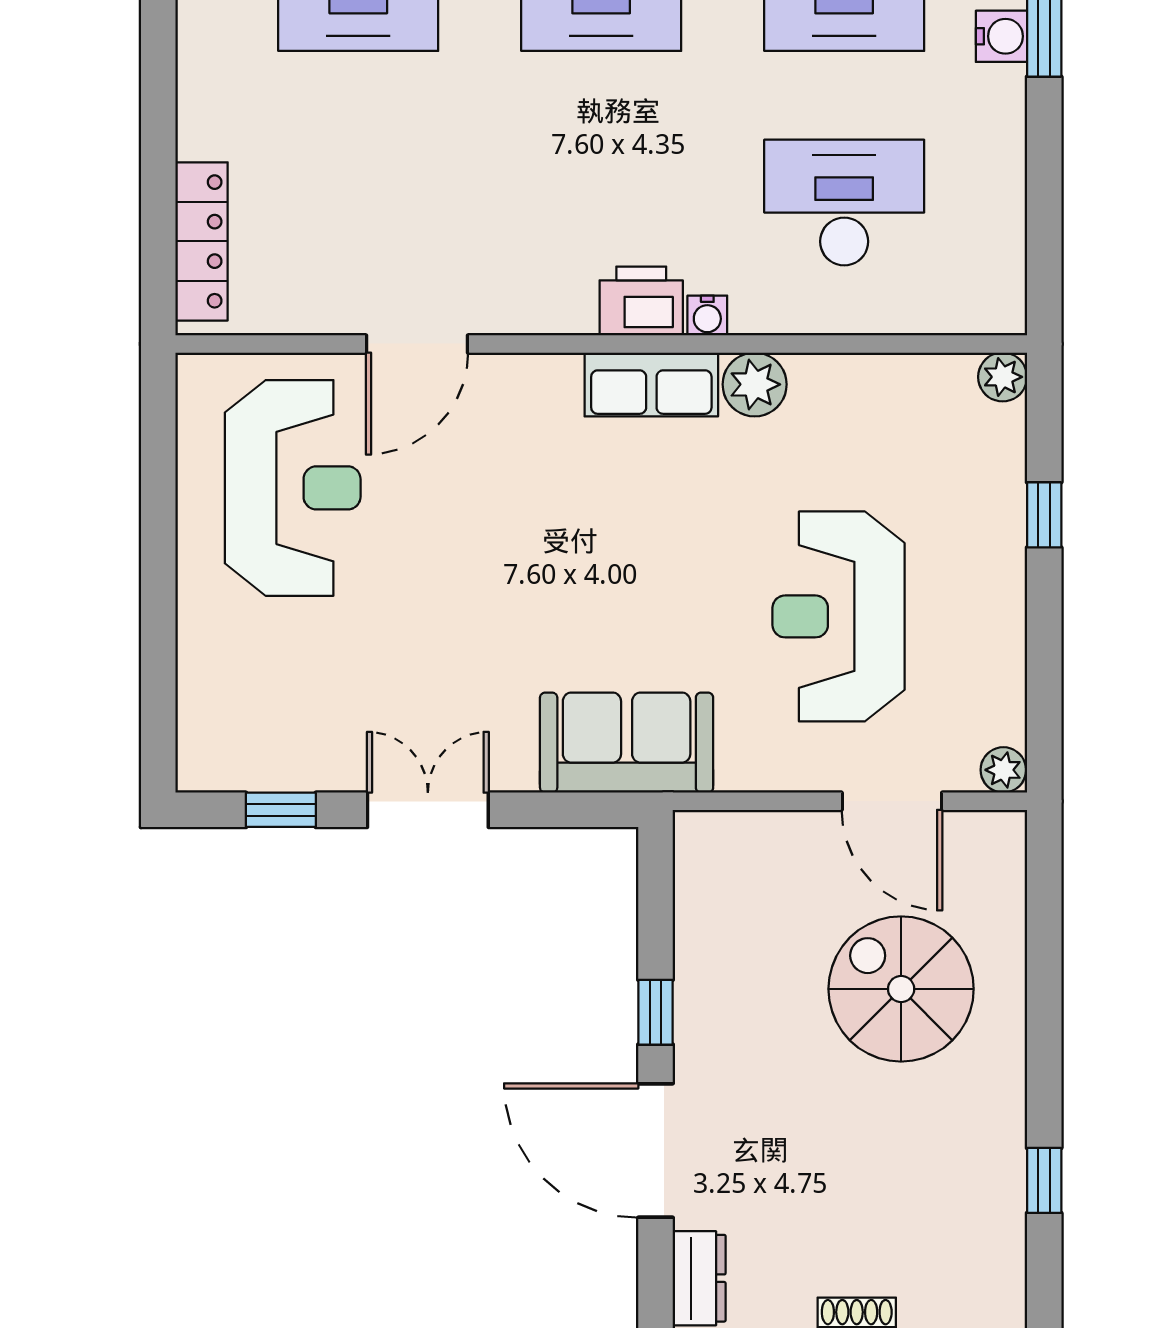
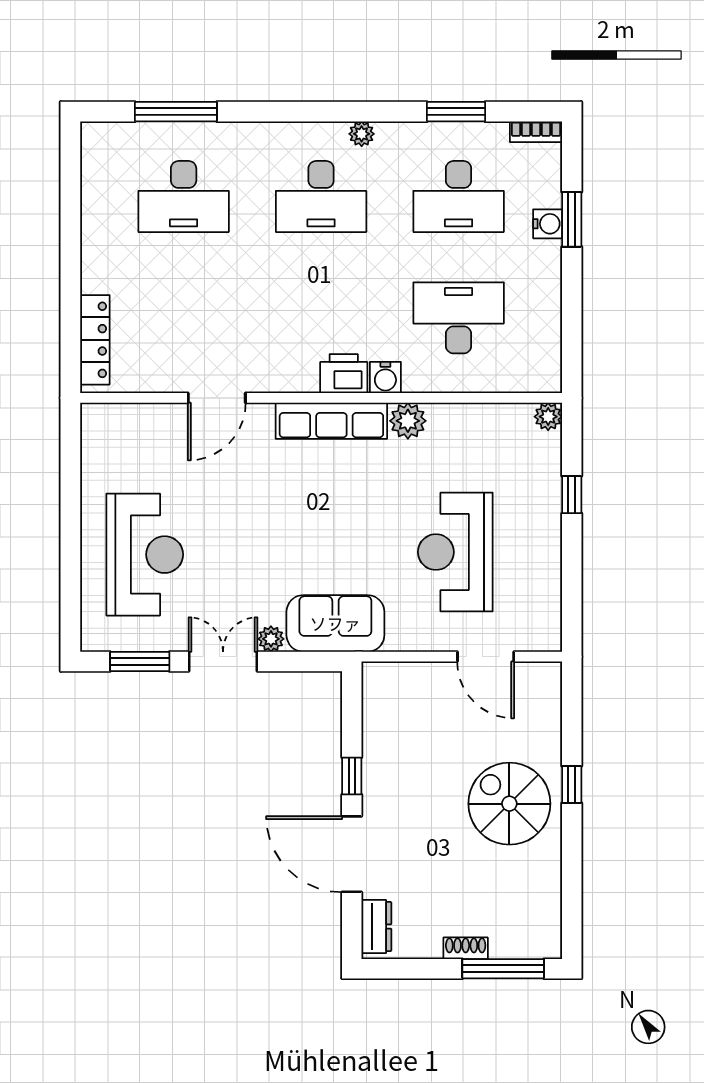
water cooler: (707, 315) -> (385, 377), width x1.38, depth x1.38
row of seats: (651, 384) -> (331, 421), width x1.48
reception desk: (293, 488) -> (145, 555), moved
plant: (1003, 770) -> (271, 639), moved
window: (281, 810) -> (140, 661), width x1.50
spiral stairs: (901, 989) -> (509, 804), moved
window: (1044, 1180) -> (572, 785), moved

